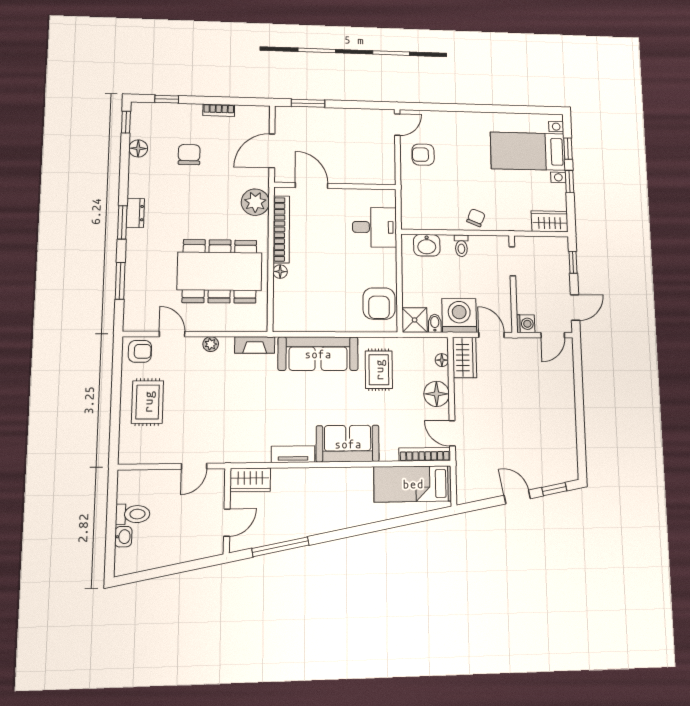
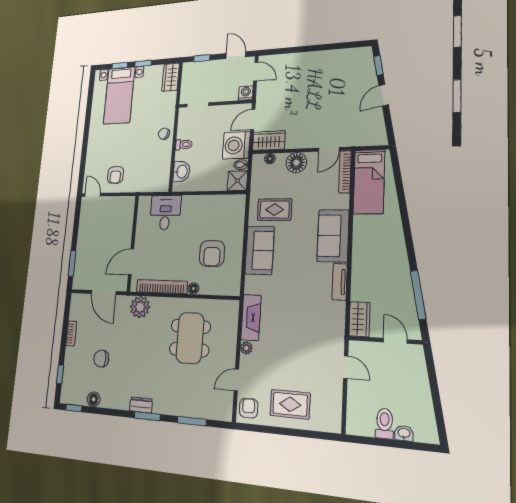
dining table: (220, 271) -> (190, 338), width x0.73, depth x0.80
armchair: (379, 304) -> (212, 253), moved, turned 90
fireplace: (255, 345) -> (251, 317), width x1.37, depth x1.32
sofa: (318, 354) -> (260, 250), width x0.73

